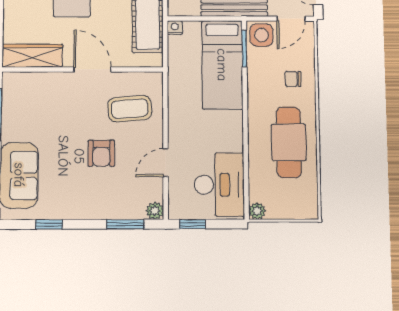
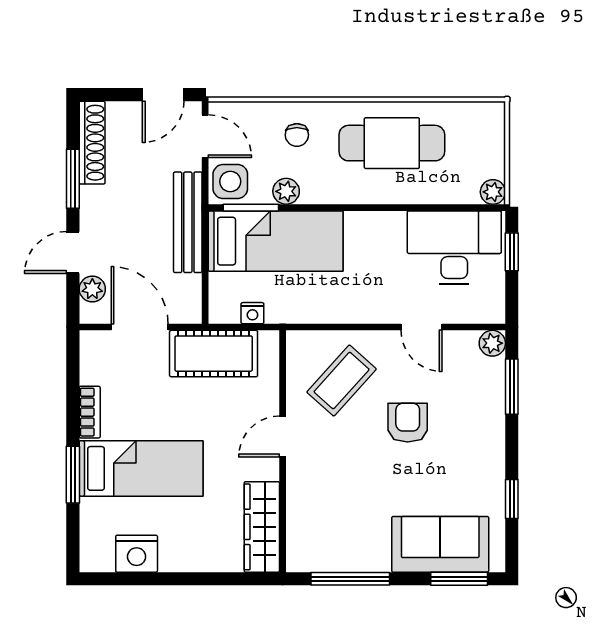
nightstand: (175, 28) -> (252, 313), moved, turned -90
door: (92, 69) -> (283, 436), width x0.73
plant: (255, 72) -> (286, 191), added
coffee table: (130, 109) -> (342, 381), turned 47
armchair: (101, 153) -> (408, 423), turned -90
window: (192, 224) -> (512, 252), moved

